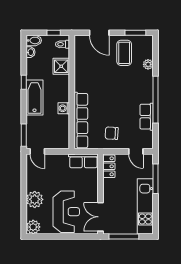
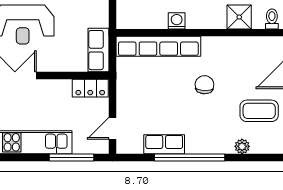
chair: (112, 133) -> (204, 85), moved

